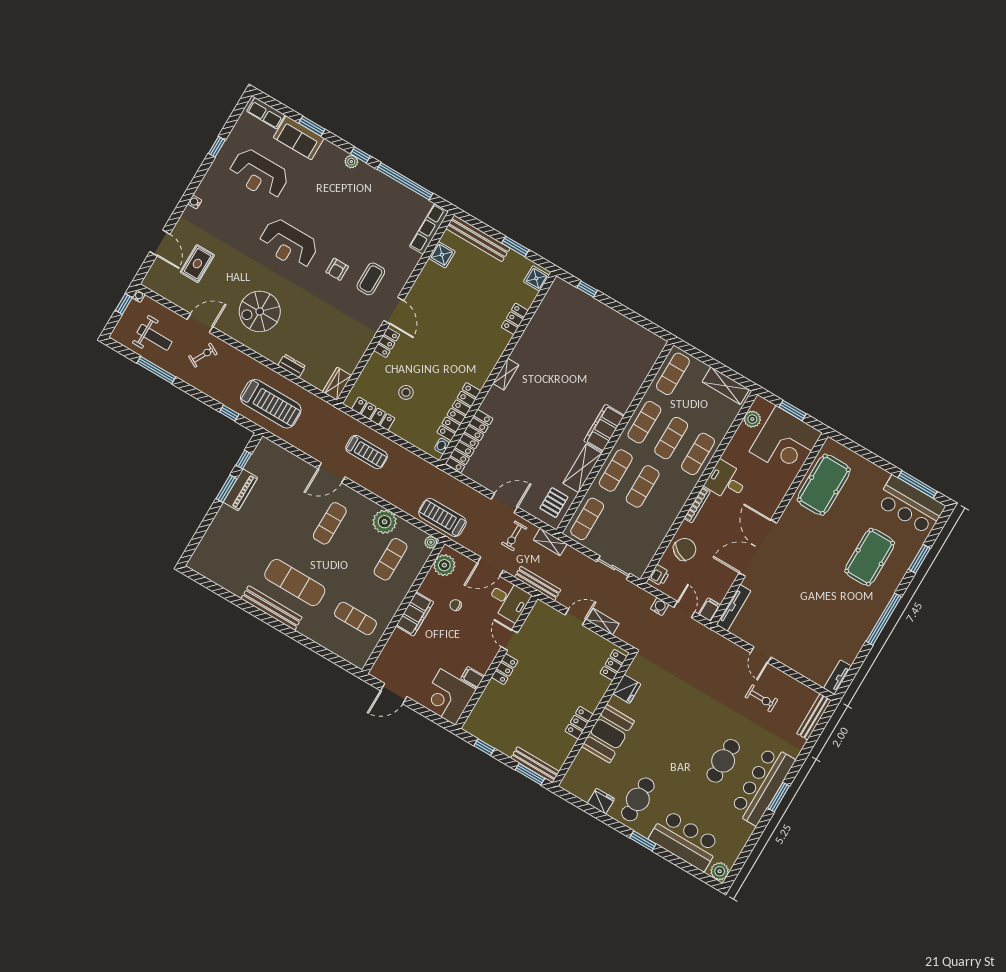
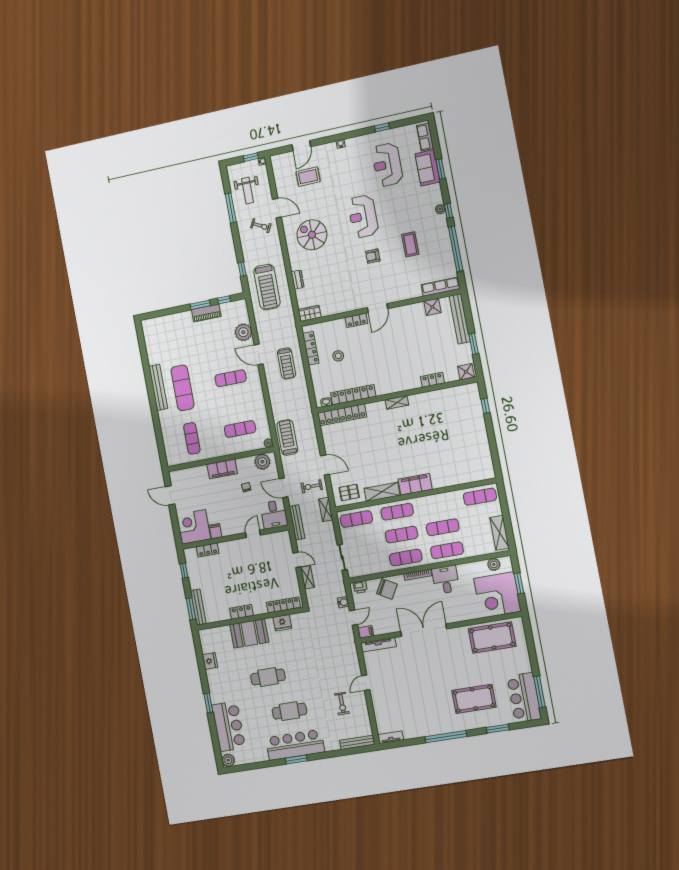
coffee table: (371, 279) -> (410, 244), moved, turned 90
exercise mat: (644, 422) -> (406, 558), moved
plant: (385, 522) -> (243, 332), moved
locker: (614, 665) -> (283, 605), width x1.53
locker: (505, 669) -> (208, 550), moved
cafe table: (638, 799) -> (268, 677), moved

